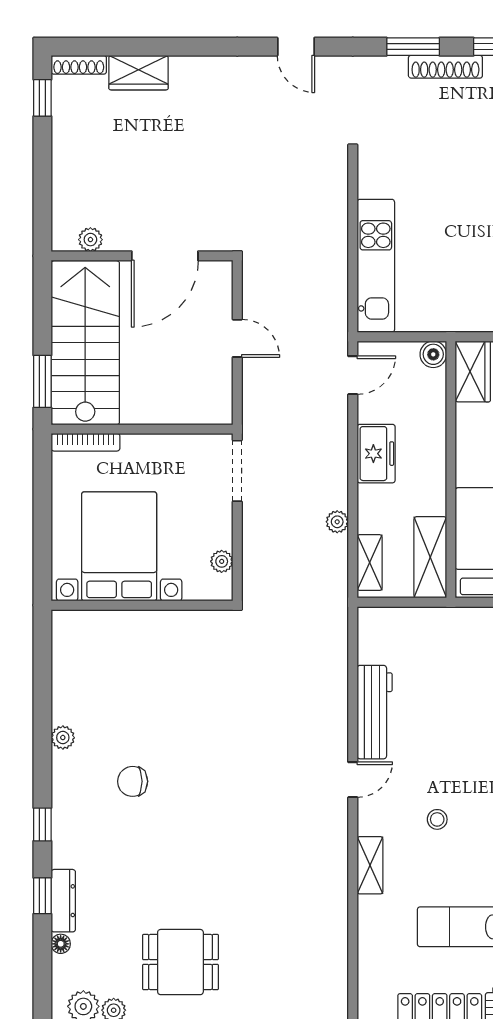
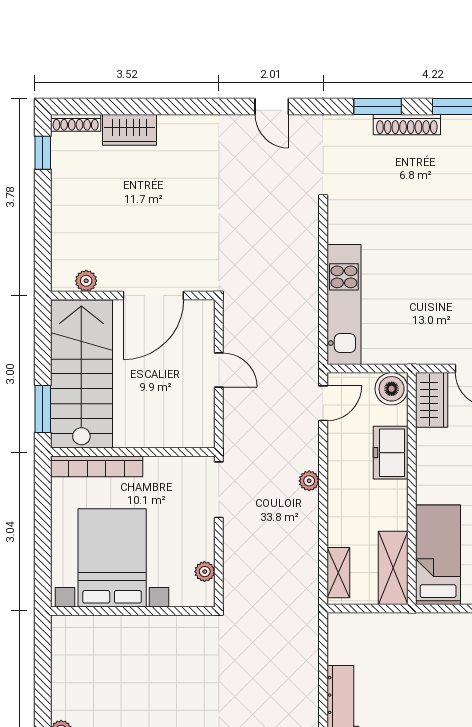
boiler: (433, 354) -> (392, 389), width x1.36, depth x1.36
bookcase: (85, 442) -> (97, 466), width x1.48, depth x1.31
freezer: (376, 454) -> (391, 453), moved, turned 180
plant: (337, 522) -> (309, 481), moved

